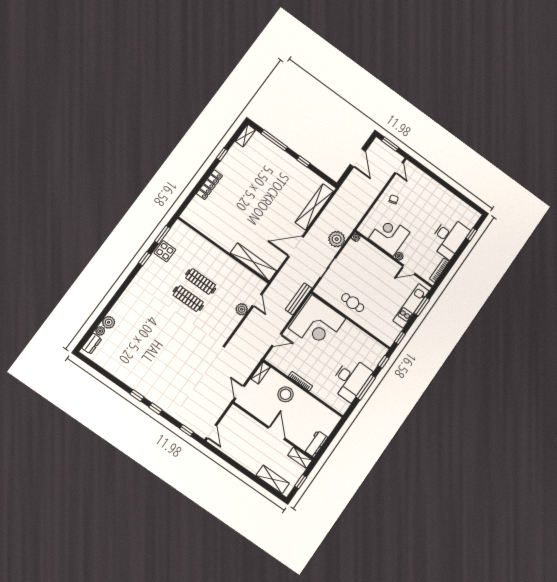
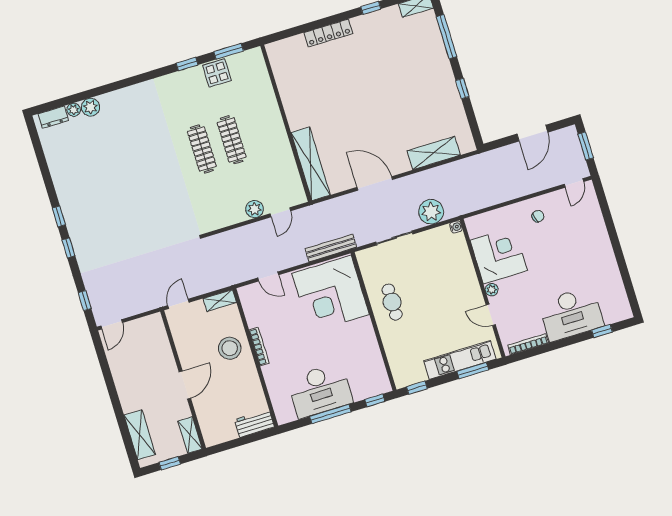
shelving: (314, 207) -> (434, 153), width x0.68
workbench: (316, 444) -> (254, 423), moved

